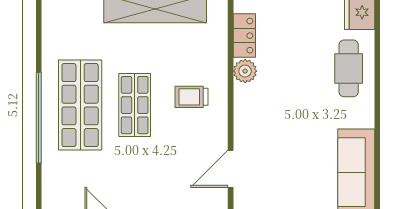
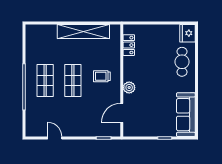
plant: (245, 71) -> (129, 88), moved
shop shelf: (80, 105) -> (45, 80), width x0.70, depth x0.74

